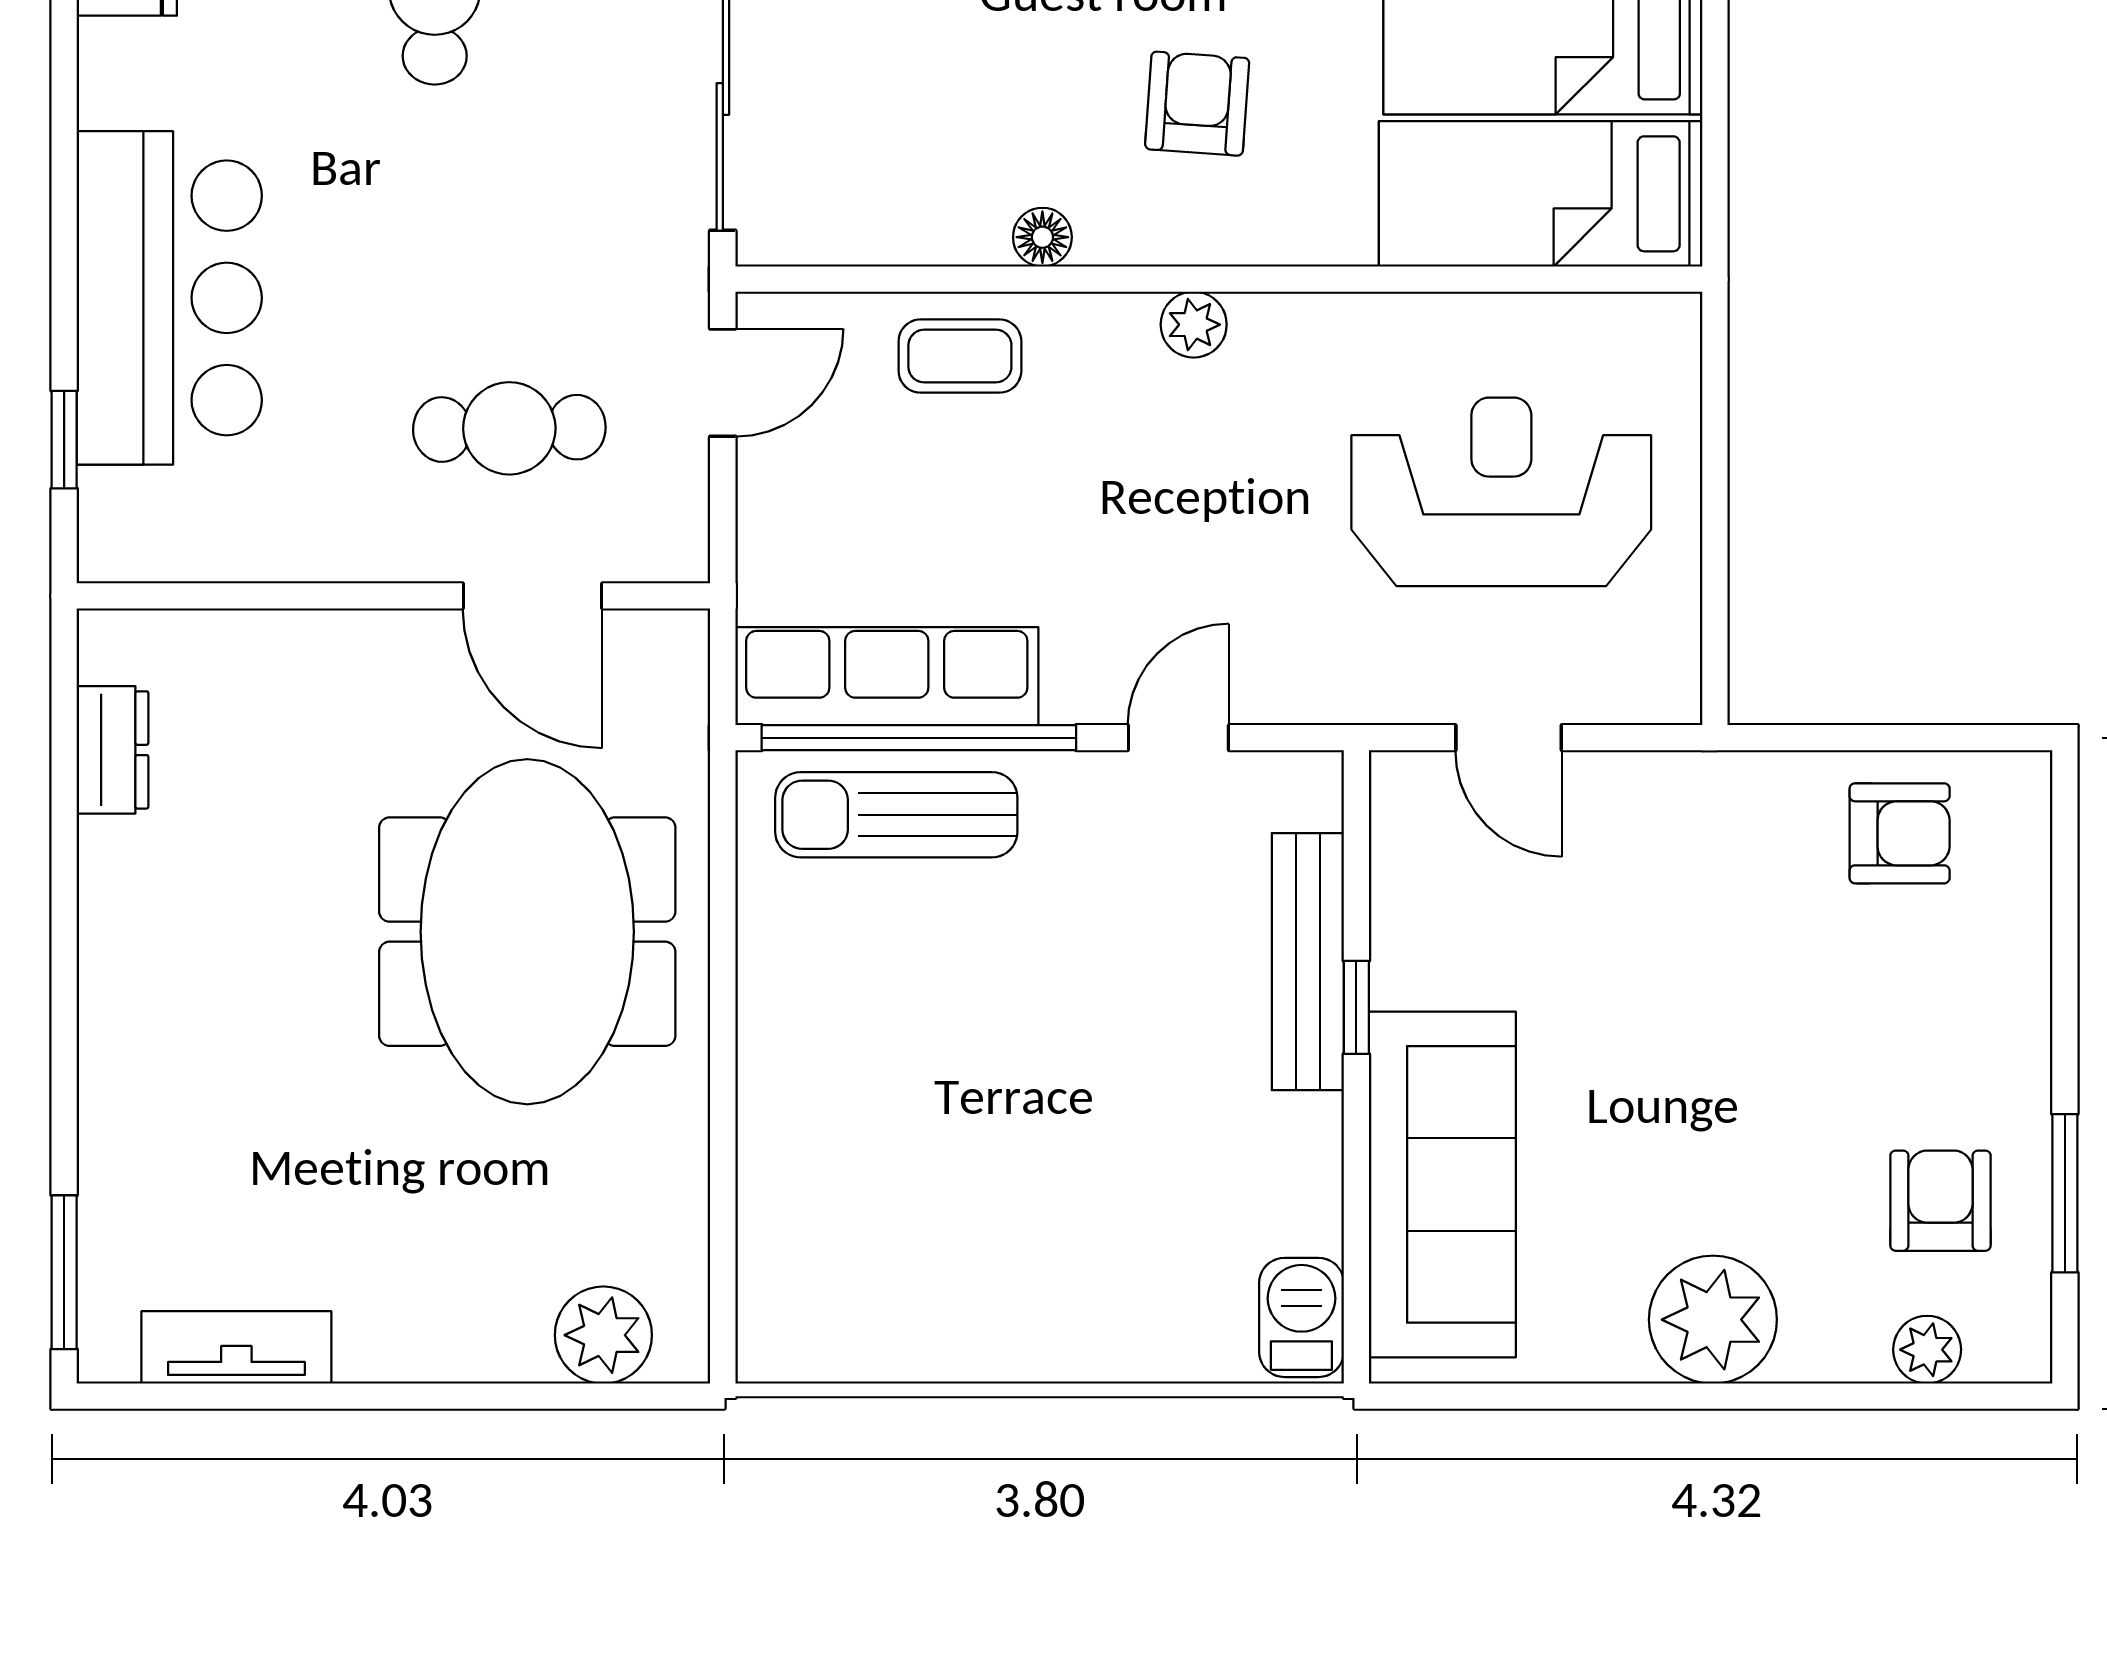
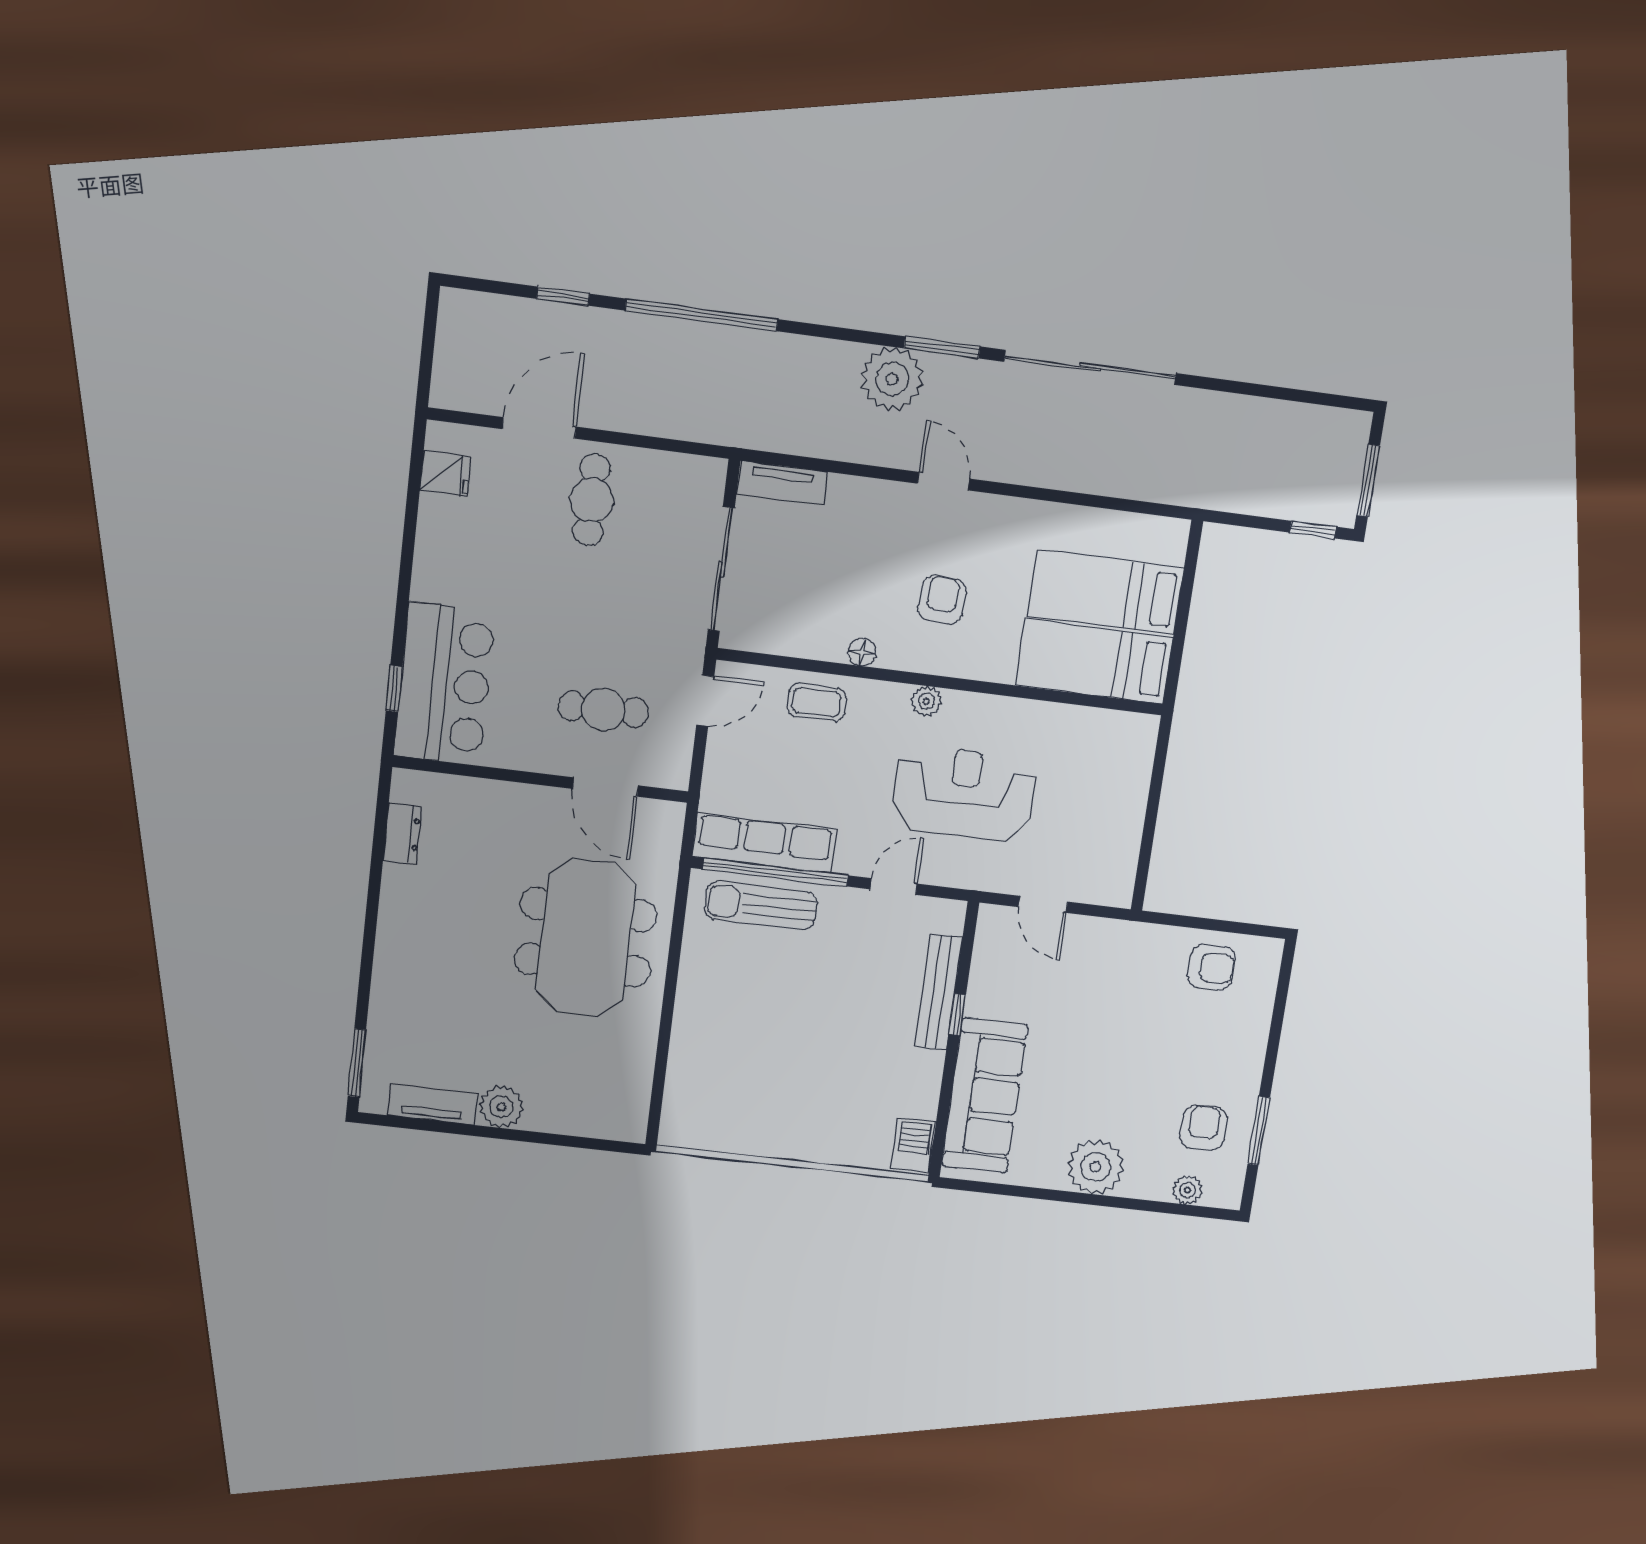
bar counter: (169, 298) -> (445, 684), moved
reception desk: (1501, 492) -> (964, 793), moved
plant: (603, 1335) -> (501, 1107), moved

